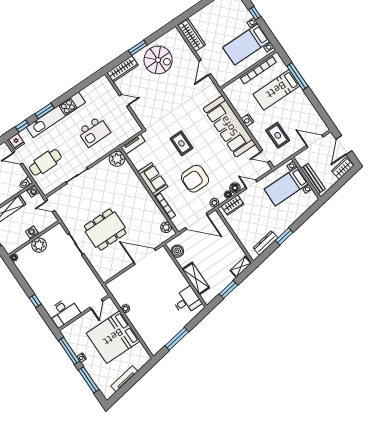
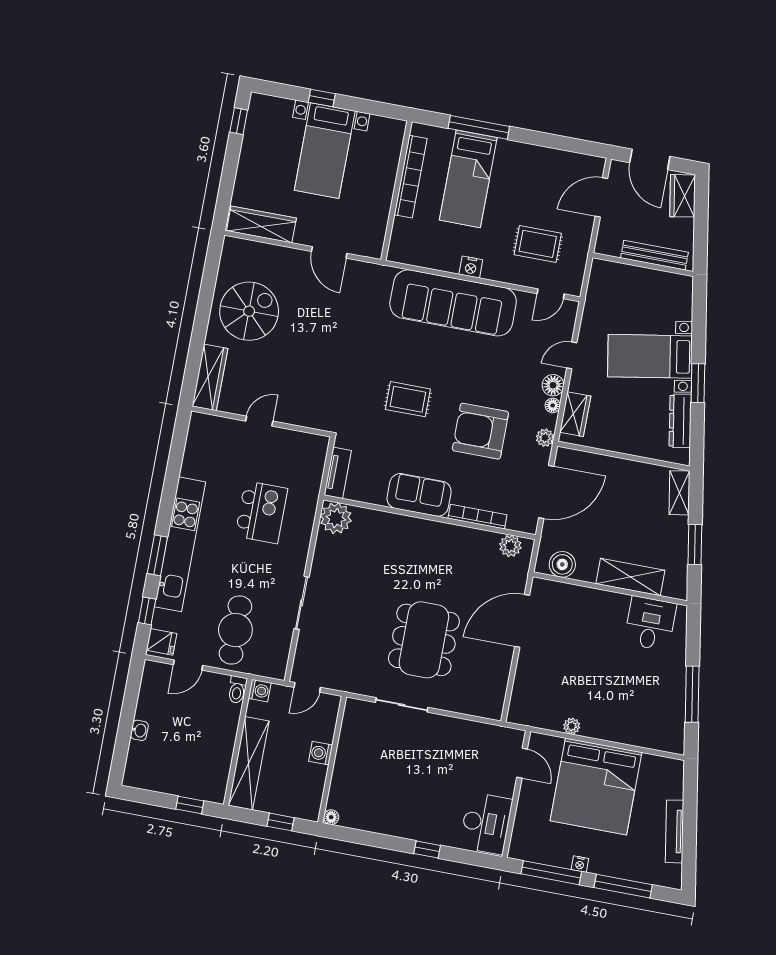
bed with nightstands: (246, 44) -> (325, 151), moved
window: (138, 48) -> (201, 323), removed
armchair: (195, 179) -> (480, 431), turned 90
bed with nightstands: (286, 186) -> (650, 356), moved, turned 80
plant: (39, 245) -> (349, 761), removed

